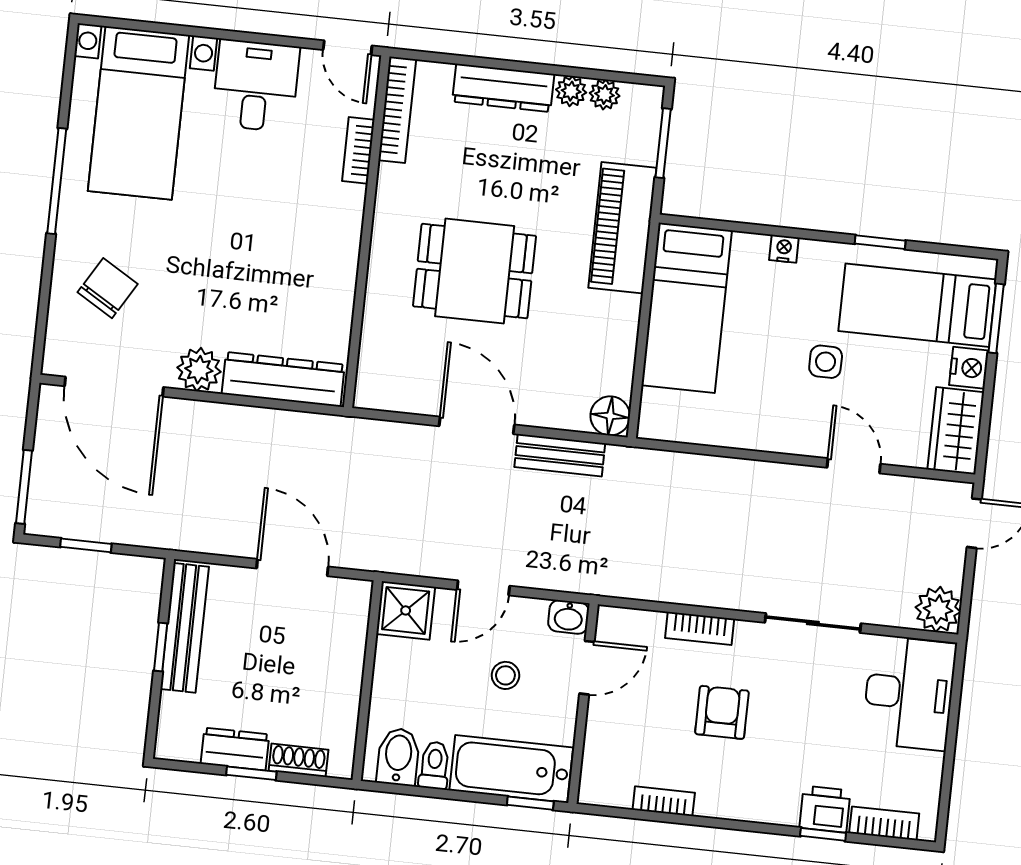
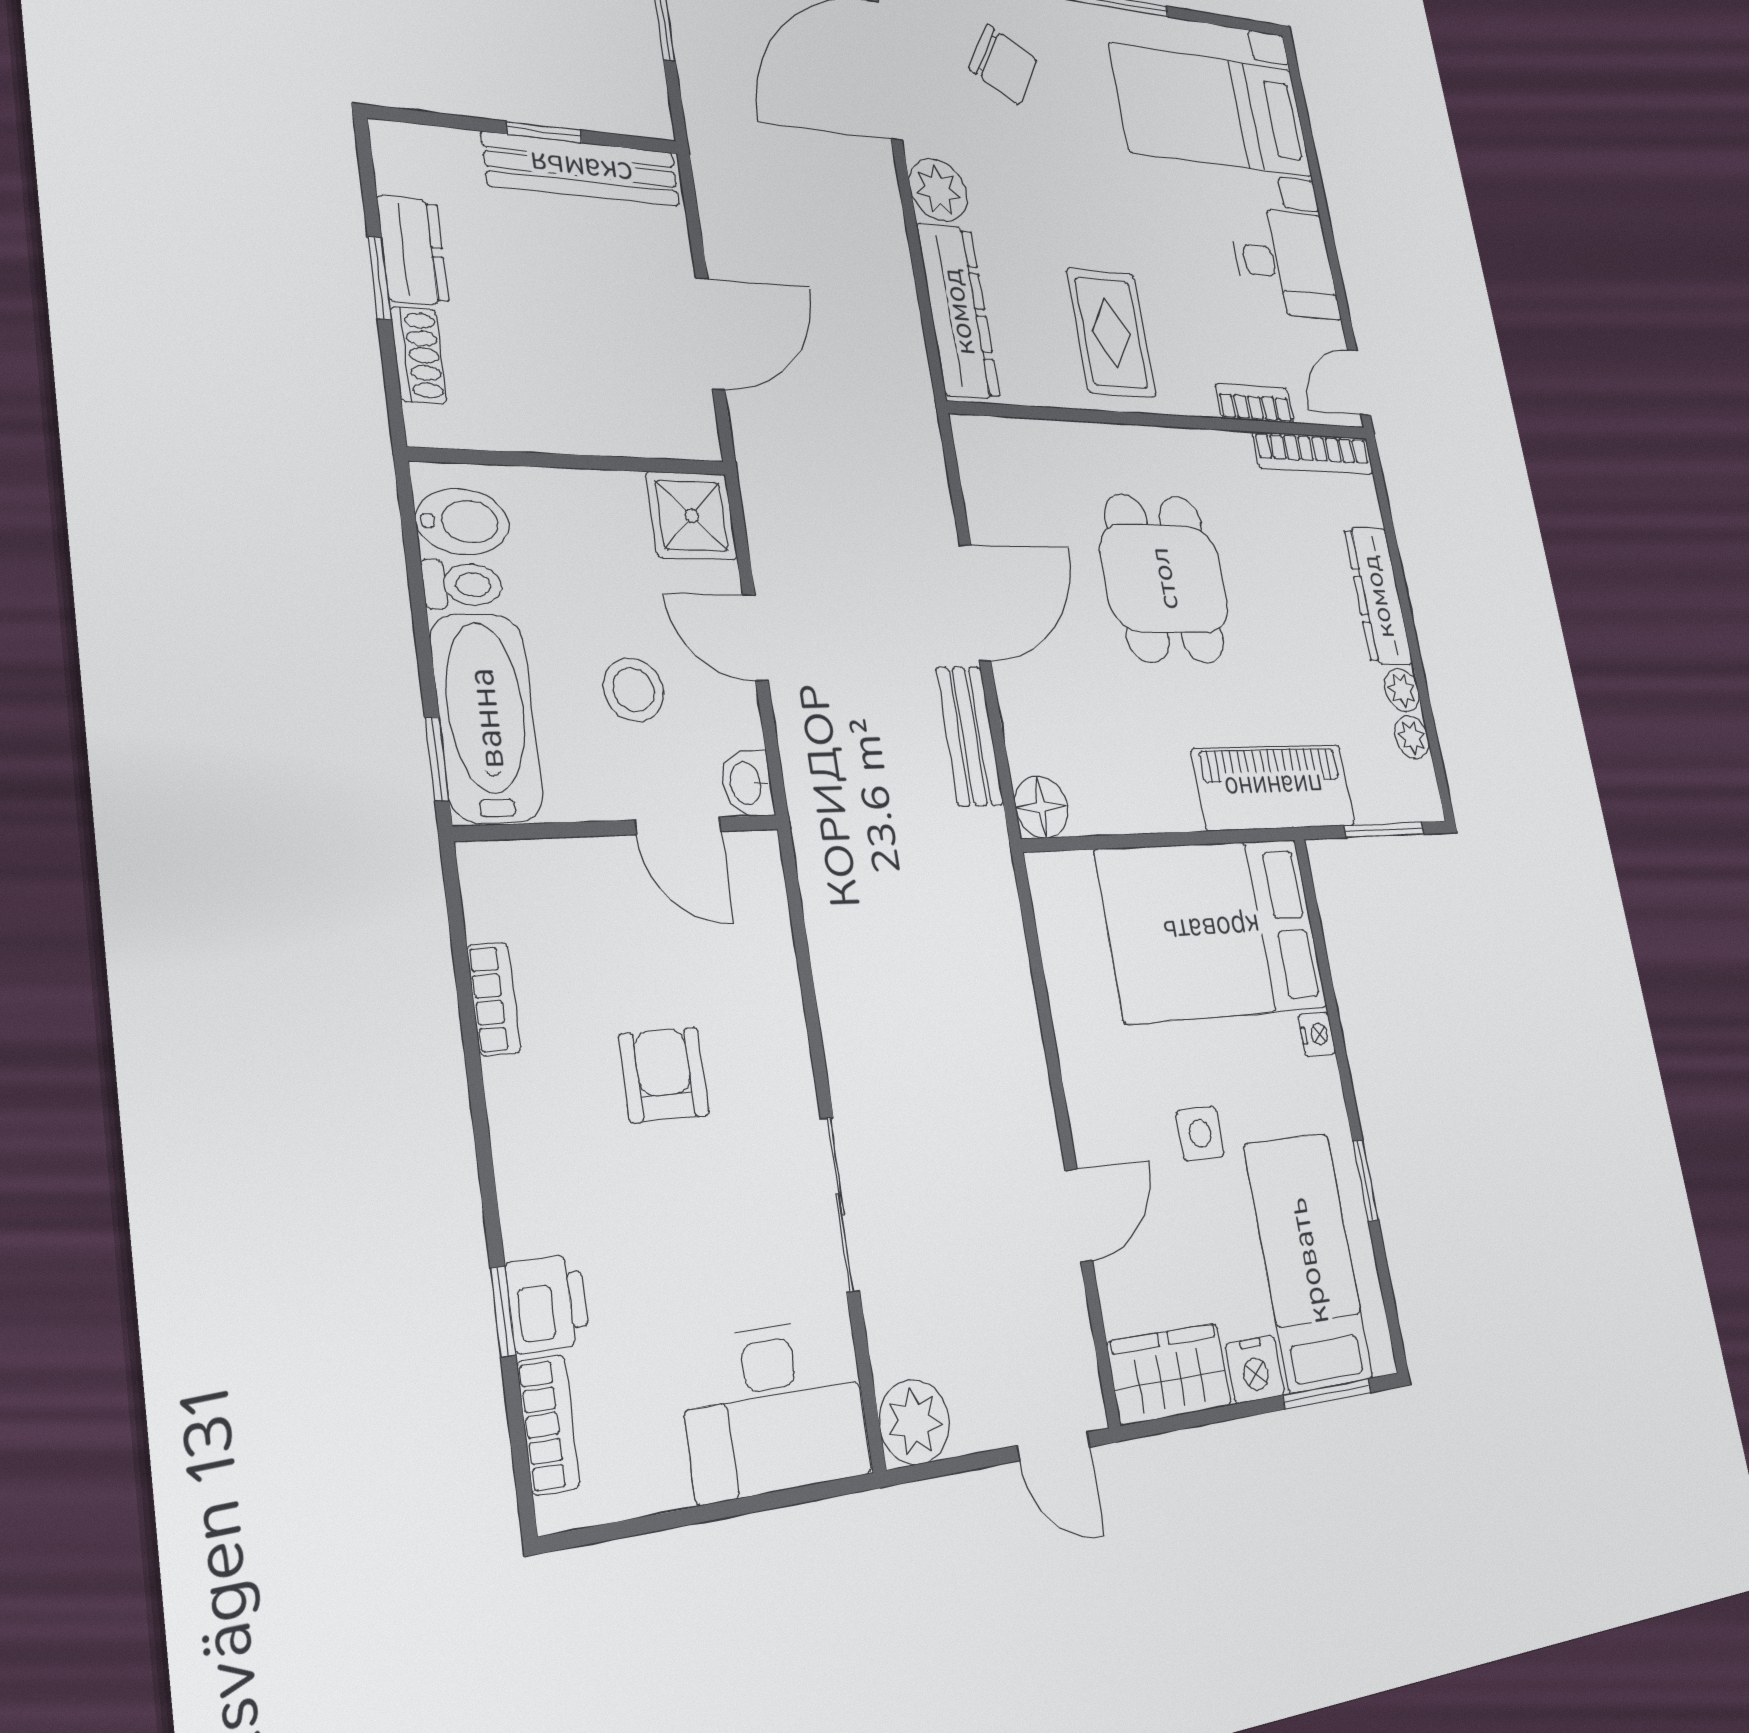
rug: (303, 259) -> (1111, 333), added
bed: (687, 308) -> (1212, 929), width x1.50
bookcase: (700, 628) -> (784, 1009), removed
stool: (505, 675) -> (634, 690), width x1.37, depth x1.37
armchair: (722, 712) -> (664, 1075), turned -90

